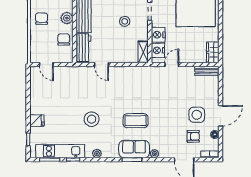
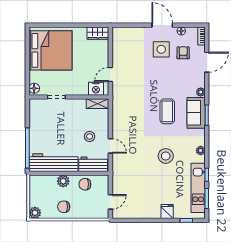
stool: (125, 21) -> (90, 136), moved
nightstand: (158, 35) -> (80, 88), removed
door: (102, 65) -> (110, 146), hinge flipped
door: (172, 65) -> (110, 75), hinge flipped
bench: (207, 71) -> (117, 39), removed

